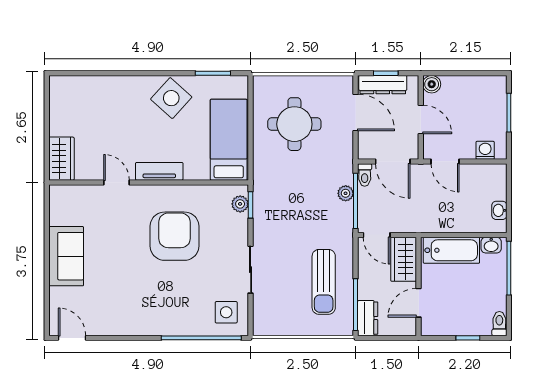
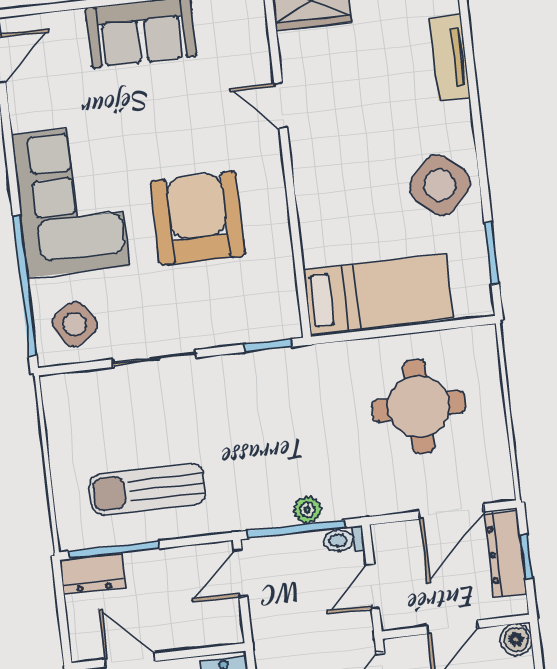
door: (393, 161) -> (373, 586), width x0.73
tv unit: (159, 171) -> (450, 58), moved, turned 180
door: (116, 182) -> (281, 106), swing flipped
plant: (240, 204) -> (268, 327), removed
armchair: (175, 236) -> (198, 218), turned -90
wardrobe: (404, 259) -> (203, 625), removed
corner sofa: (156, 307) -> (70, 200), added
side table: (226, 312) -> (75, 324), turned -33

